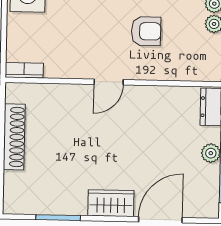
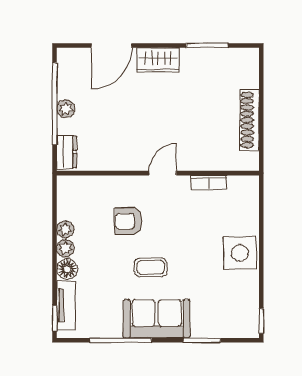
bookcase: (24, 70) -> (209, 182), moved

